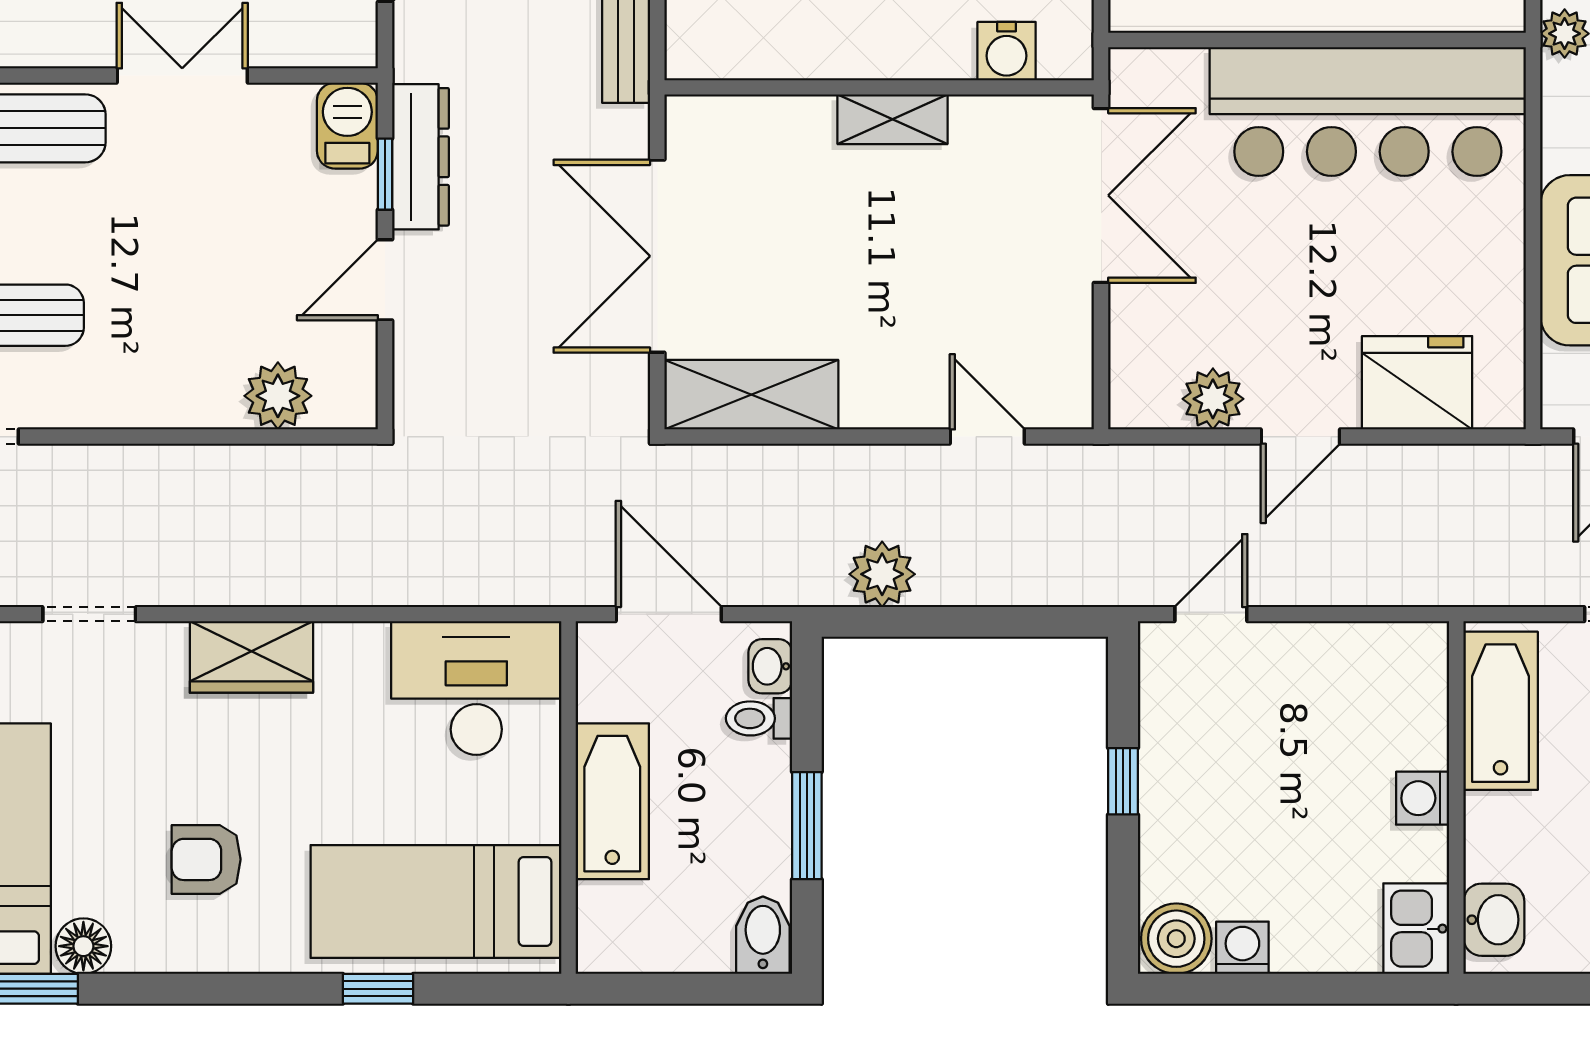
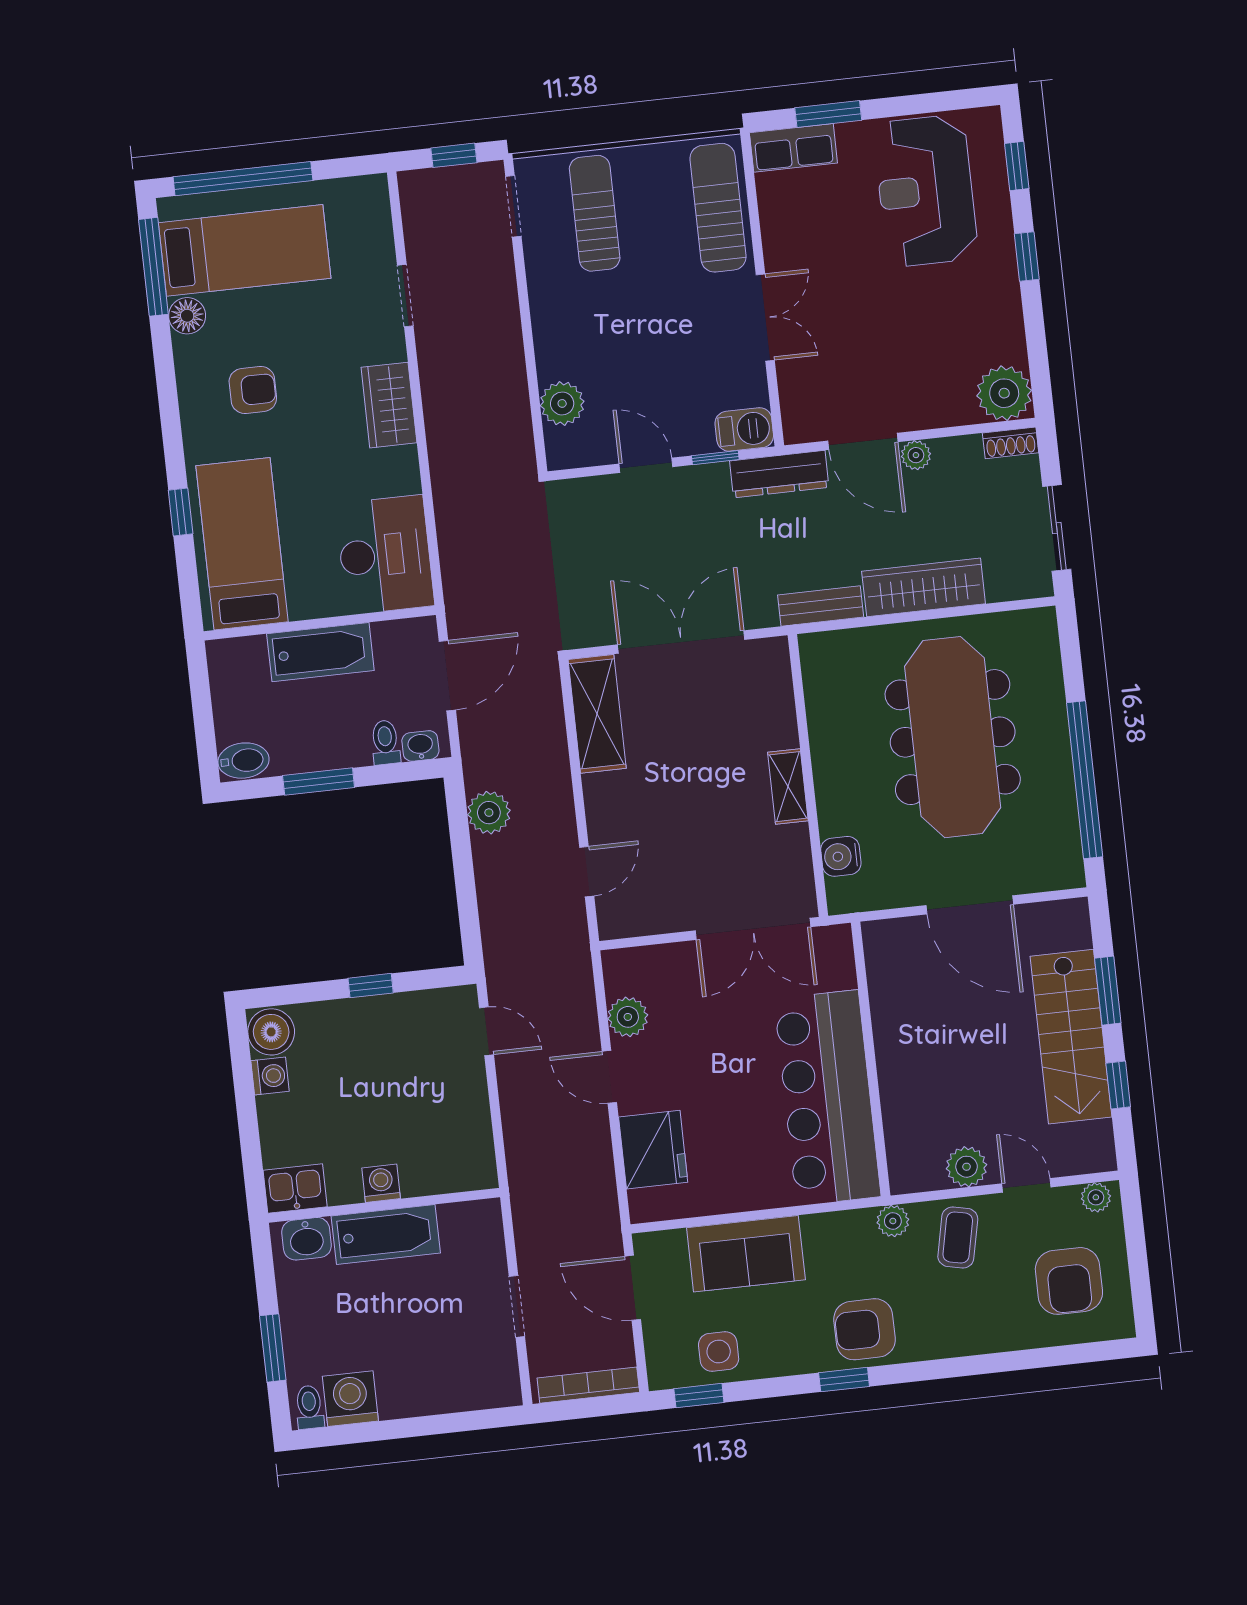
dresser: (420, 157) -> (779, 474), moved
bathtub: (1501, 711) -> (386, 1235), moved
armchair: (206, 859) -> (253, 390), turned 90

